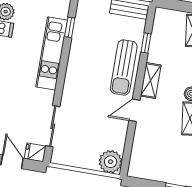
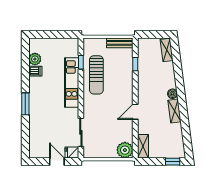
sun lounger: (124, 67) -> (96, 75), moved
shelving: (151, 81) -> (143, 146), moved

